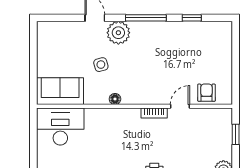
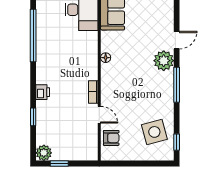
window: (192, 18) -> (177, 142), moved
side table: (101, 65) -> (154, 132), moved, width x1.87, depth x1.87
window: (236, 134) -> (59, 163), moved

